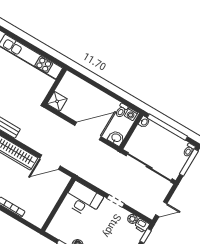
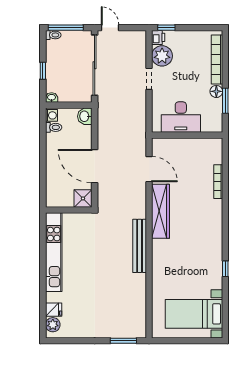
window: (167, 127) -> (43, 71), width x0.32
door: (88, 131) -> (95, 166), moved
desk: (83, 199) -> (181, 117), moved, turned -90
door: (161, 209) -> (110, 28), moved
plant: (132, 219) -> (162, 56), width x1.88, depth x1.88

